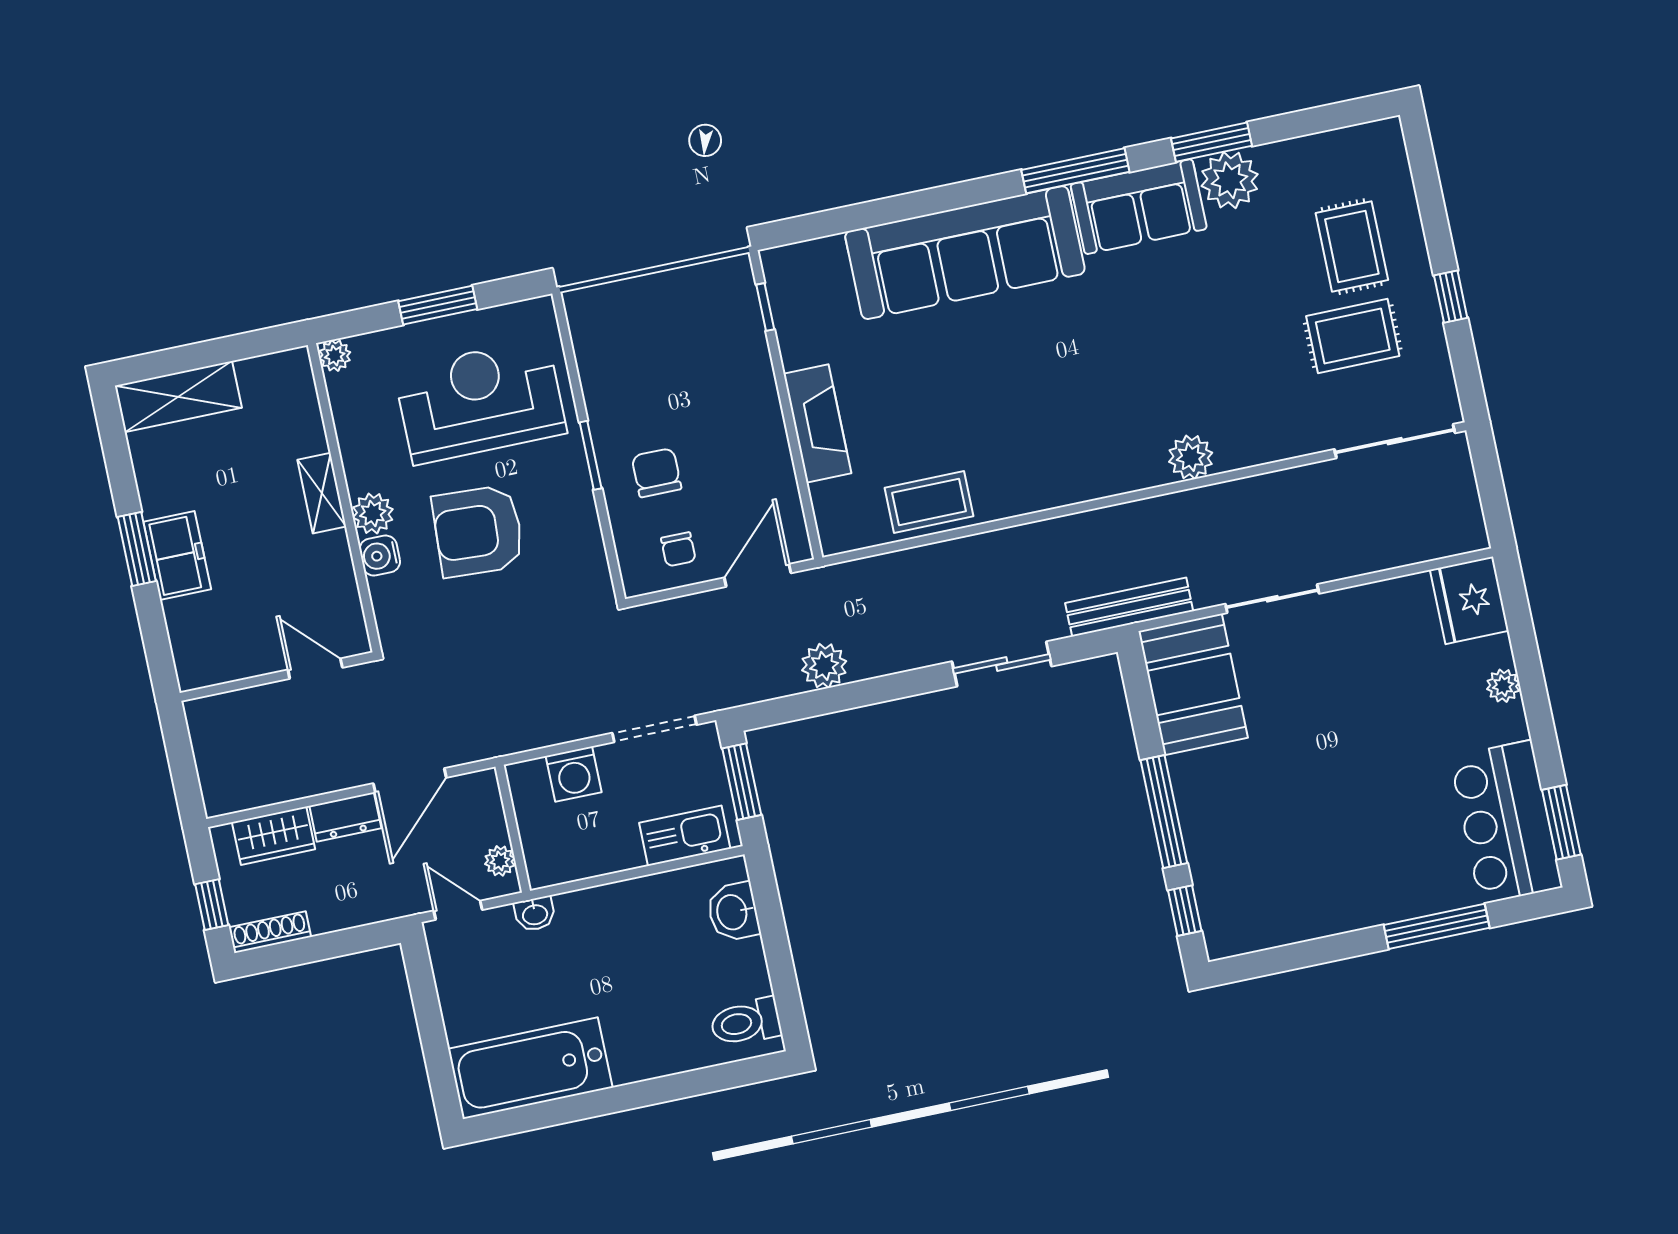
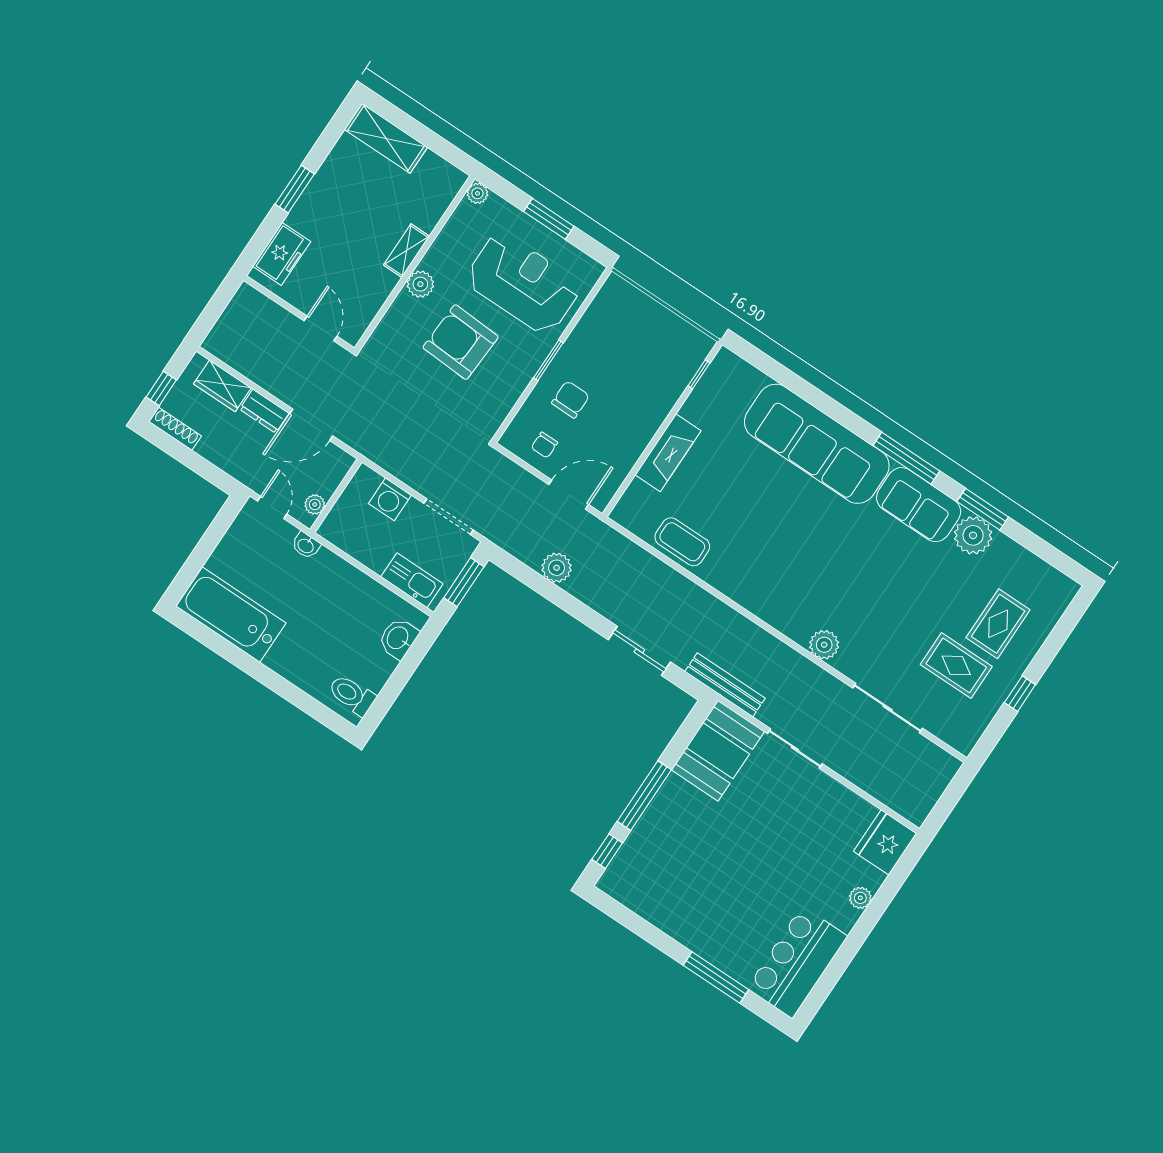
sliding door: (1395, 441) -> (888, 708), moved
freezer: (177, 556) -> (282, 254), moved
water cooler: (380, 556) -> (404, 307), removed
window: (1561, 822) -> (823, 988), removed

